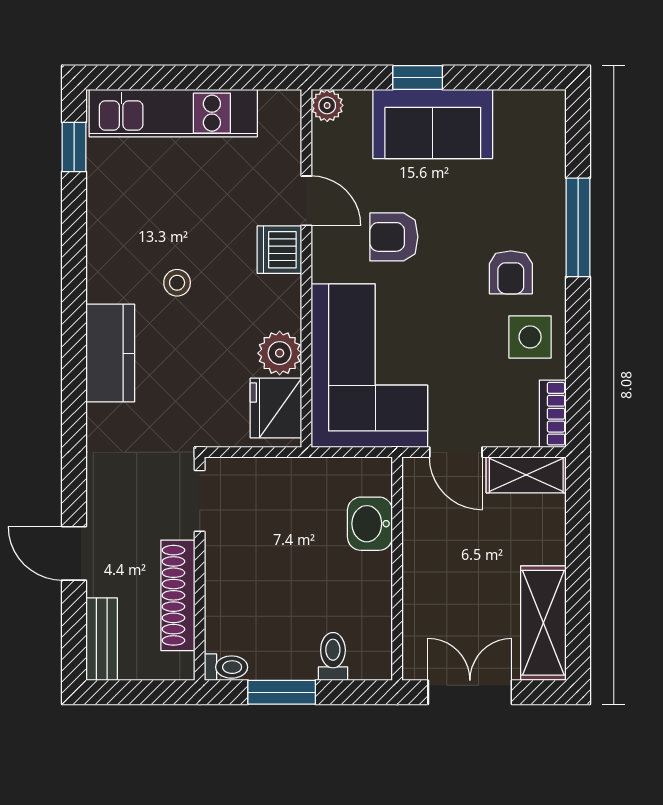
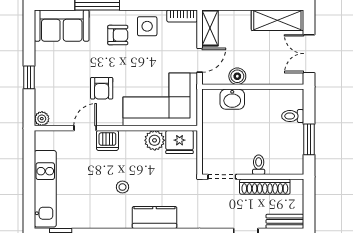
sofa: (433, 124) -> (62, 26), moved, turned 90
boiler: (420, 535) -> (237, 76), added
toilet: (226, 667) -> (259, 165), moved

